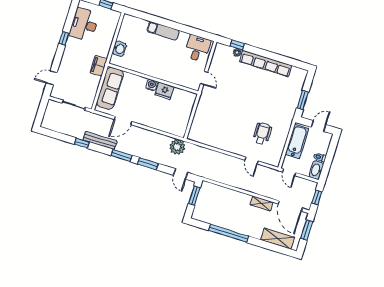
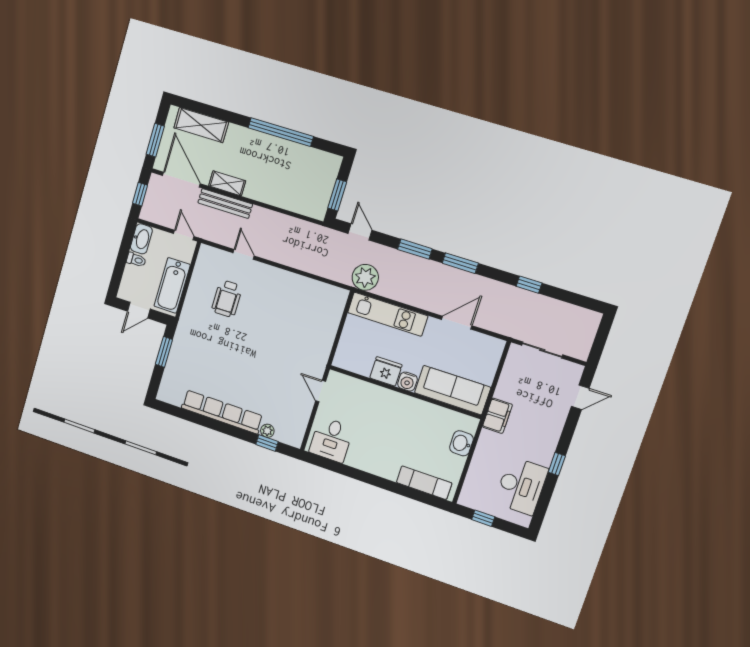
exam couch: (163, 31) -> (424, 483), moved
sofa: (110, 88) -> (452, 390), moved, turned 90
kitchen unit: (164, 125) -> (388, 314), added
bench: (100, 141) -> (225, 203), moved

